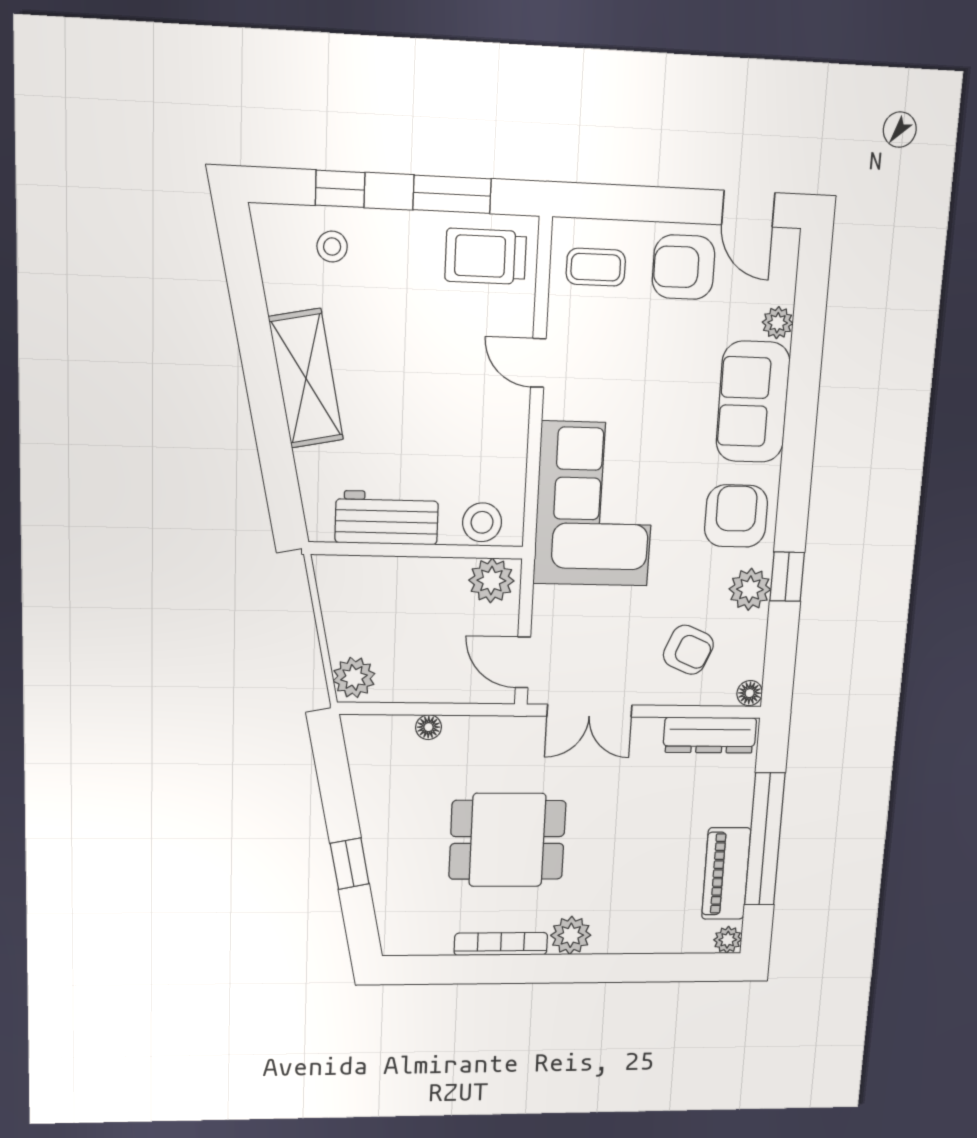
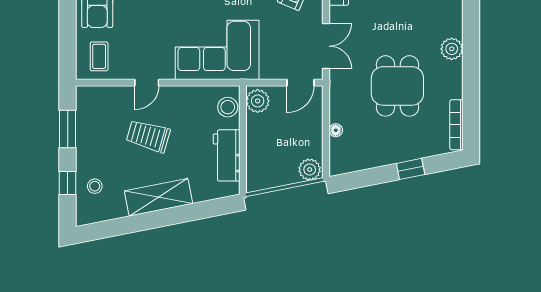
trolley: (486, 256) -> (148, 136), moved, turned 106
bookcase: (501, 944) -> (456, 125), moved

